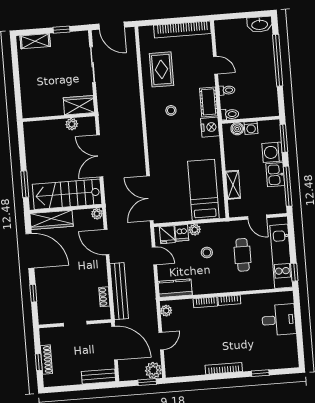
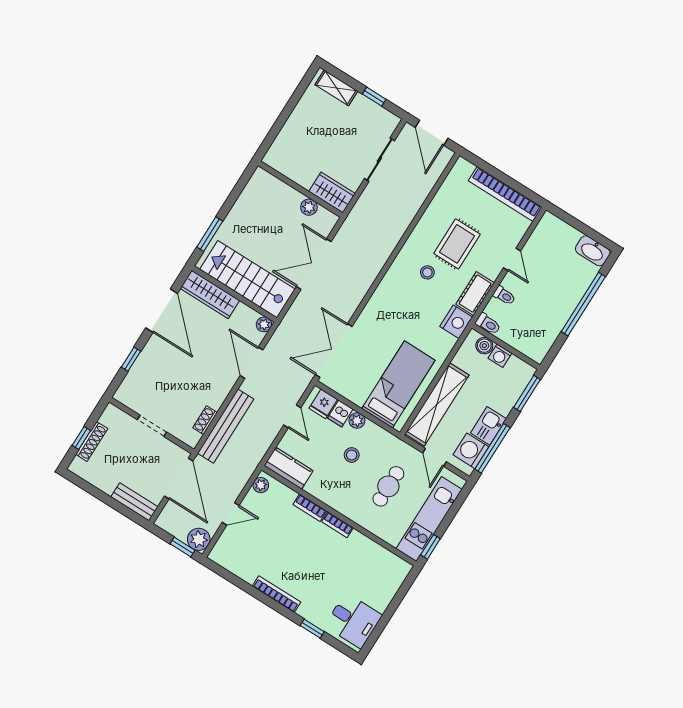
rug: (161, 69) -> (457, 244), moved
washing machine: (272, 152) -> (471, 451), moved
shelving: (233, 185) -> (437, 404), width x2.20, depth x1.33
desk: (279, 320) -> (353, 621), moved

